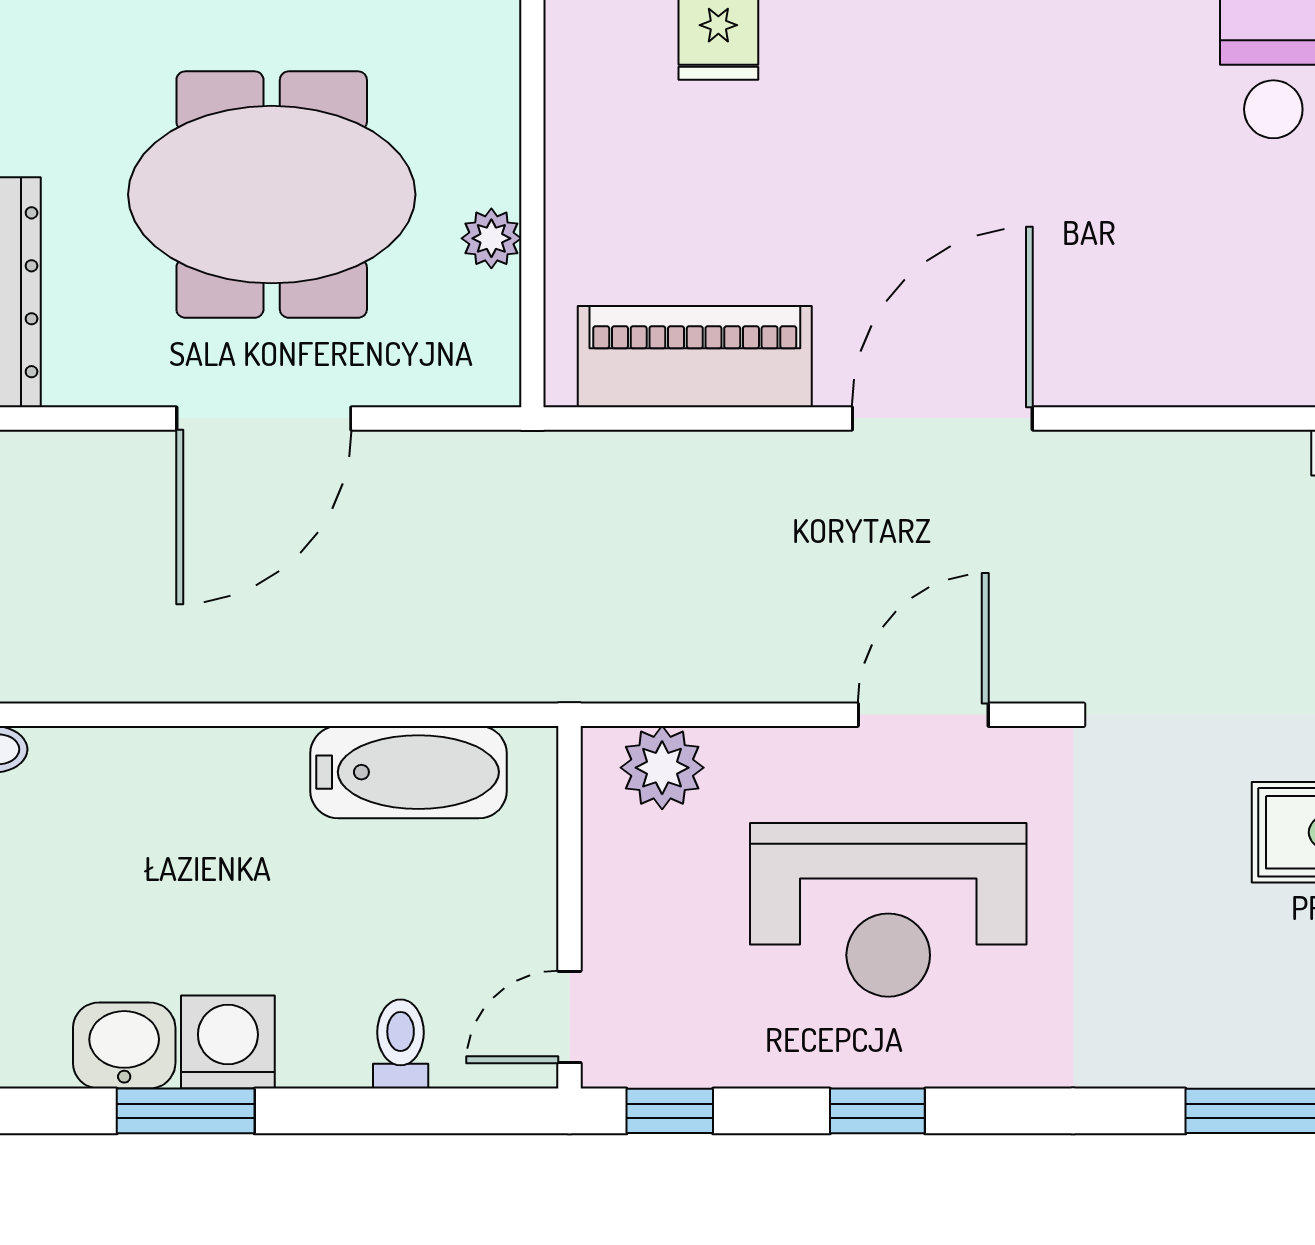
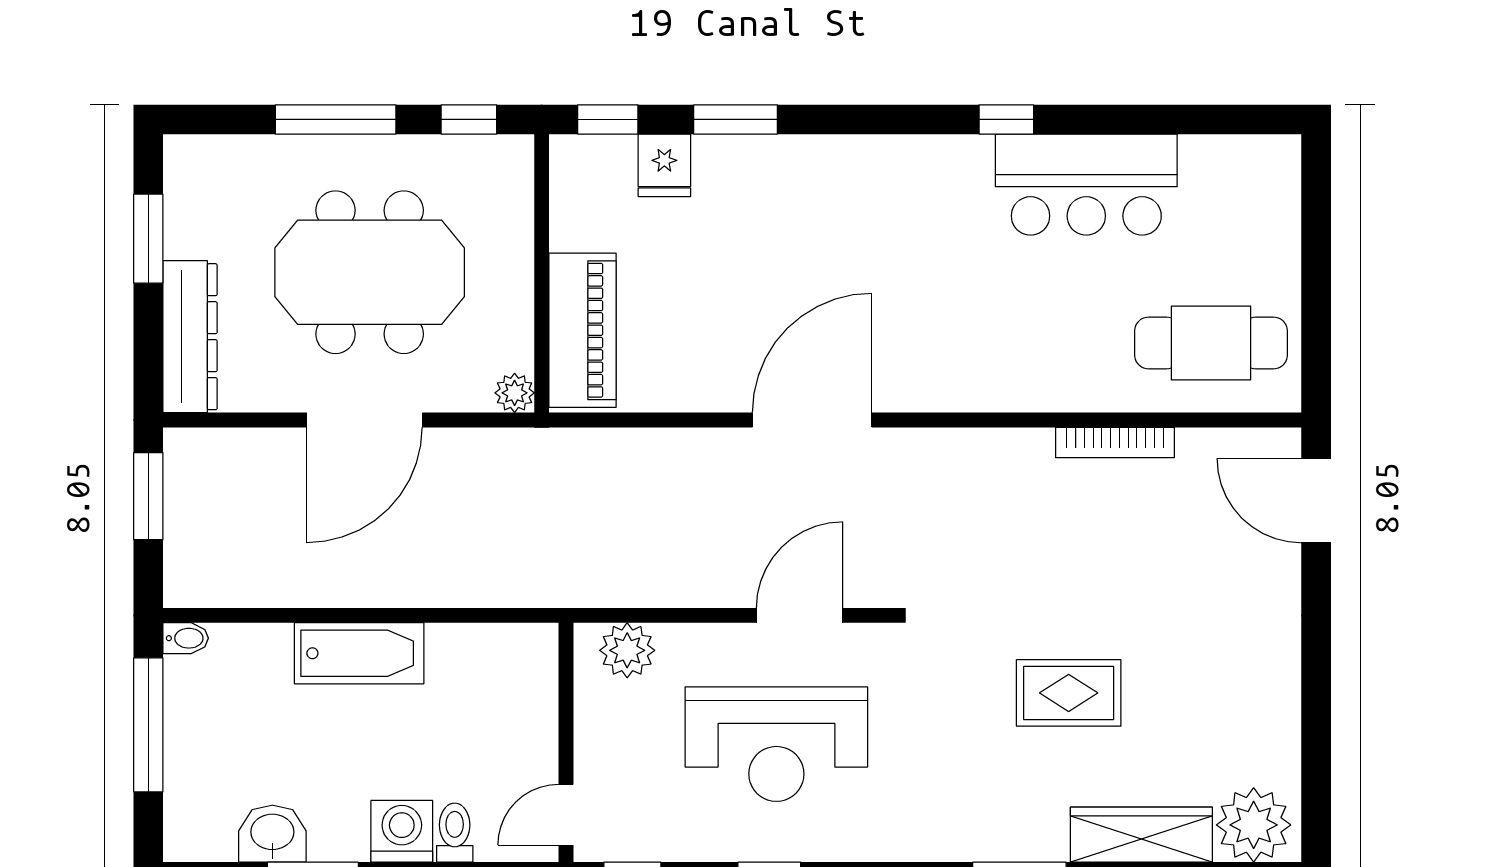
plant: (491, 238) -> (515, 393), moved
piano: (695, 357) -> (582, 330), moved, turned 90
bathtub: (409, 772) -> (359, 653), moved
washing machine: (228, 1042) -> (402, 831), moved

